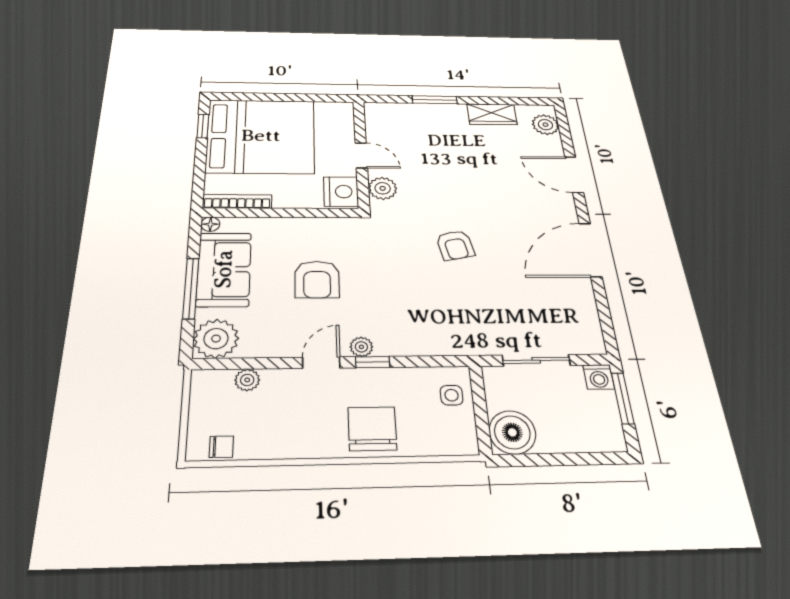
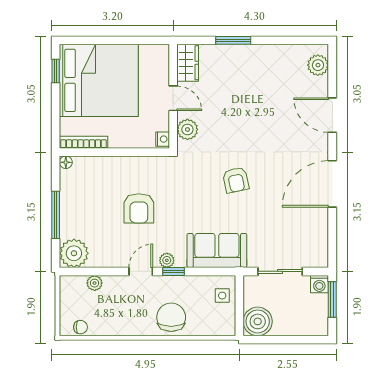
wardrobe: (492, 114) -> (188, 63), moved, turned -90
nightstand: (341, 192) -> (163, 139), width x0.53, depth x0.56
sofa: (224, 269) -> (217, 250), moved, turned -90

